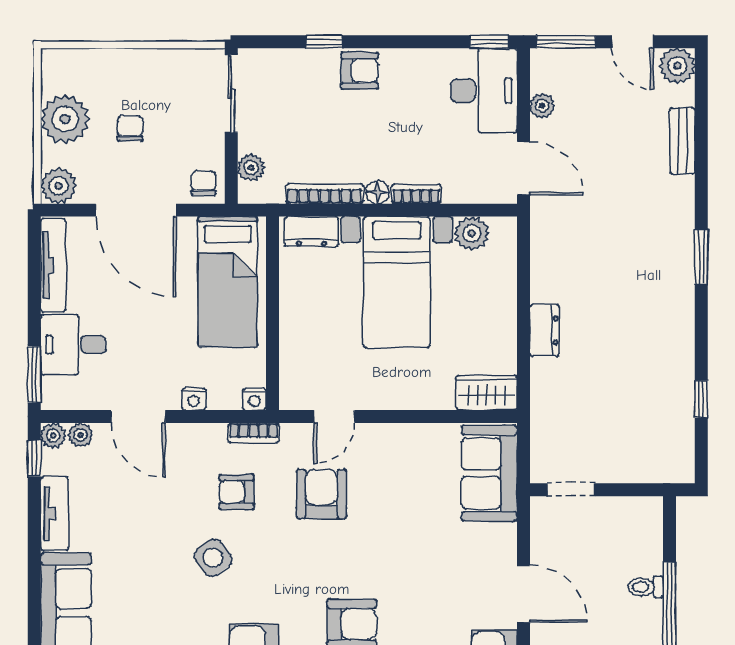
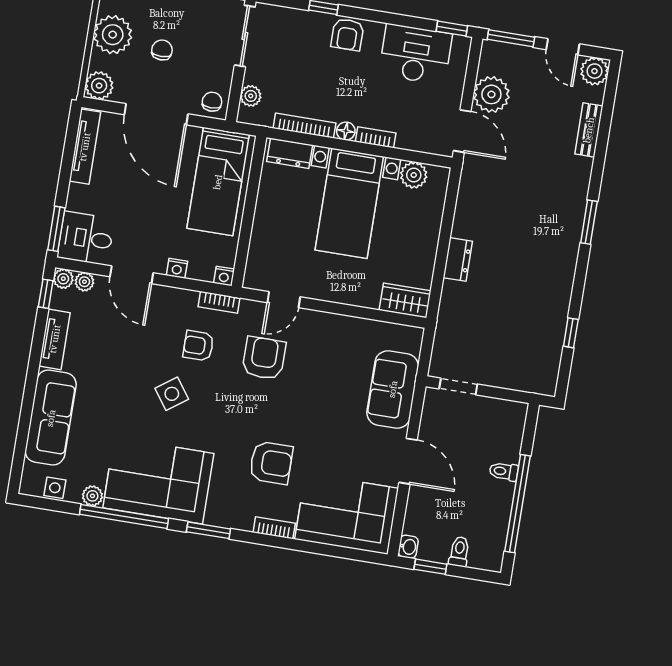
armchair: (360, 71) -> (347, 35), turned 90
desk: (484, 91) -> (415, 54), moved, turned -90
plant: (542, 106) -> (491, 94), width x1.87, depth x1.87
desk: (73, 345) -> (86, 238), moved
sofa: (489, 473) -> (393, 389), moved

